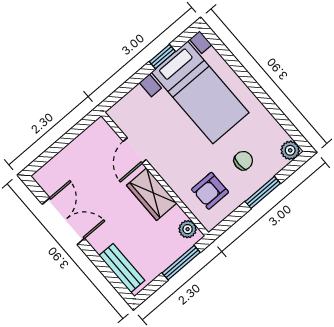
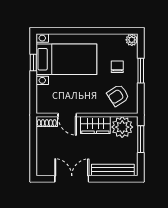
shoe rack: (106, 133) -> (47, 122), added
armchair: (210, 191) -> (118, 95), turned 57
plant: (188, 229) -> (122, 127), width x1.88, depth x1.88
bench: (122, 268) -> (113, 170), width x1.36

